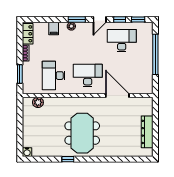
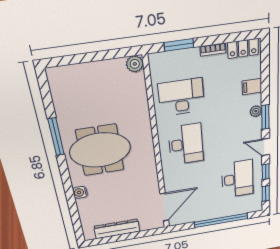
door: (117, 95) -> (164, 207), moved
plant: (38, 102) -> (135, 64), moved
water cooler: (27, 152) -> (80, 192), moved
window: (68, 159) -> (56, 137), width x2.17

